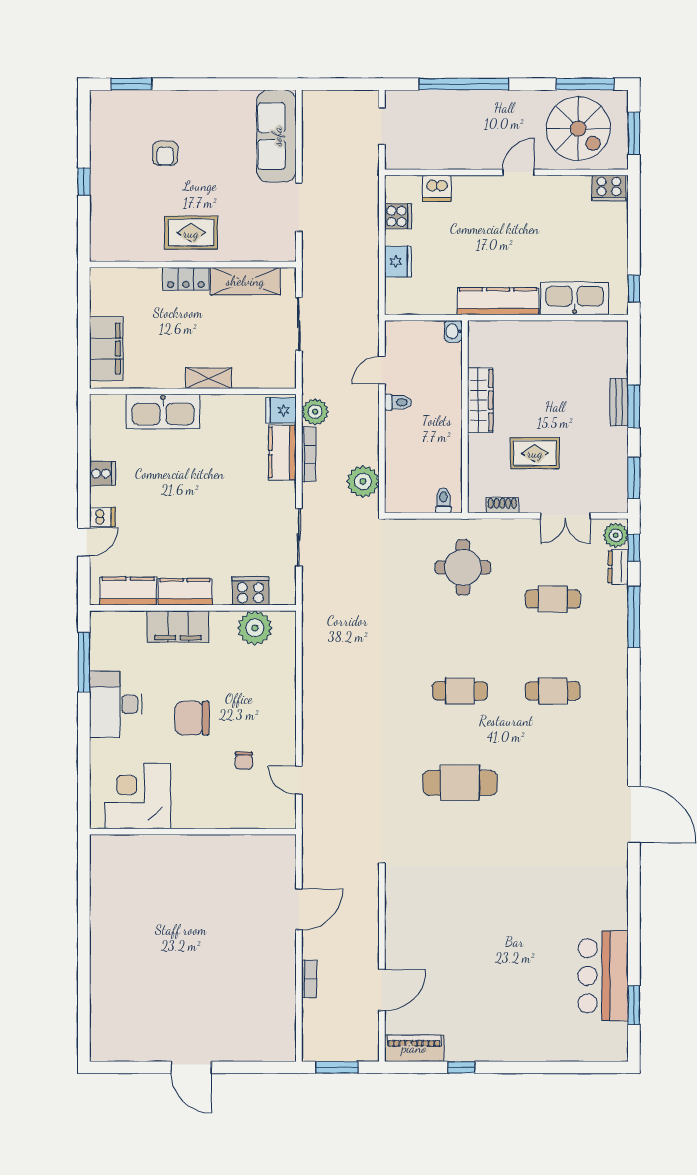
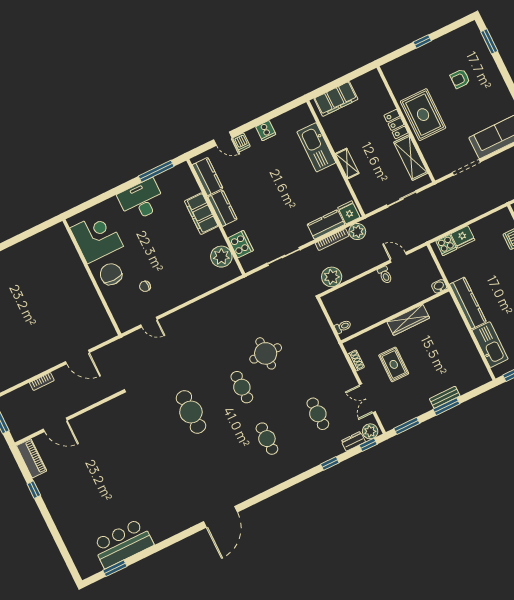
cooker: (398, 216) -> (446, 245), moved
rug: (191, 233) -> (423, 115), width x1.36, depth x1.43
round table: (463, 567) -> (266, 353), moved
window: (634, 617) -> (330, 463), width x0.46
chair: (192, 718) -> (111, 274), moved
door: (299, 780) -> (149, 322), swing flipped

